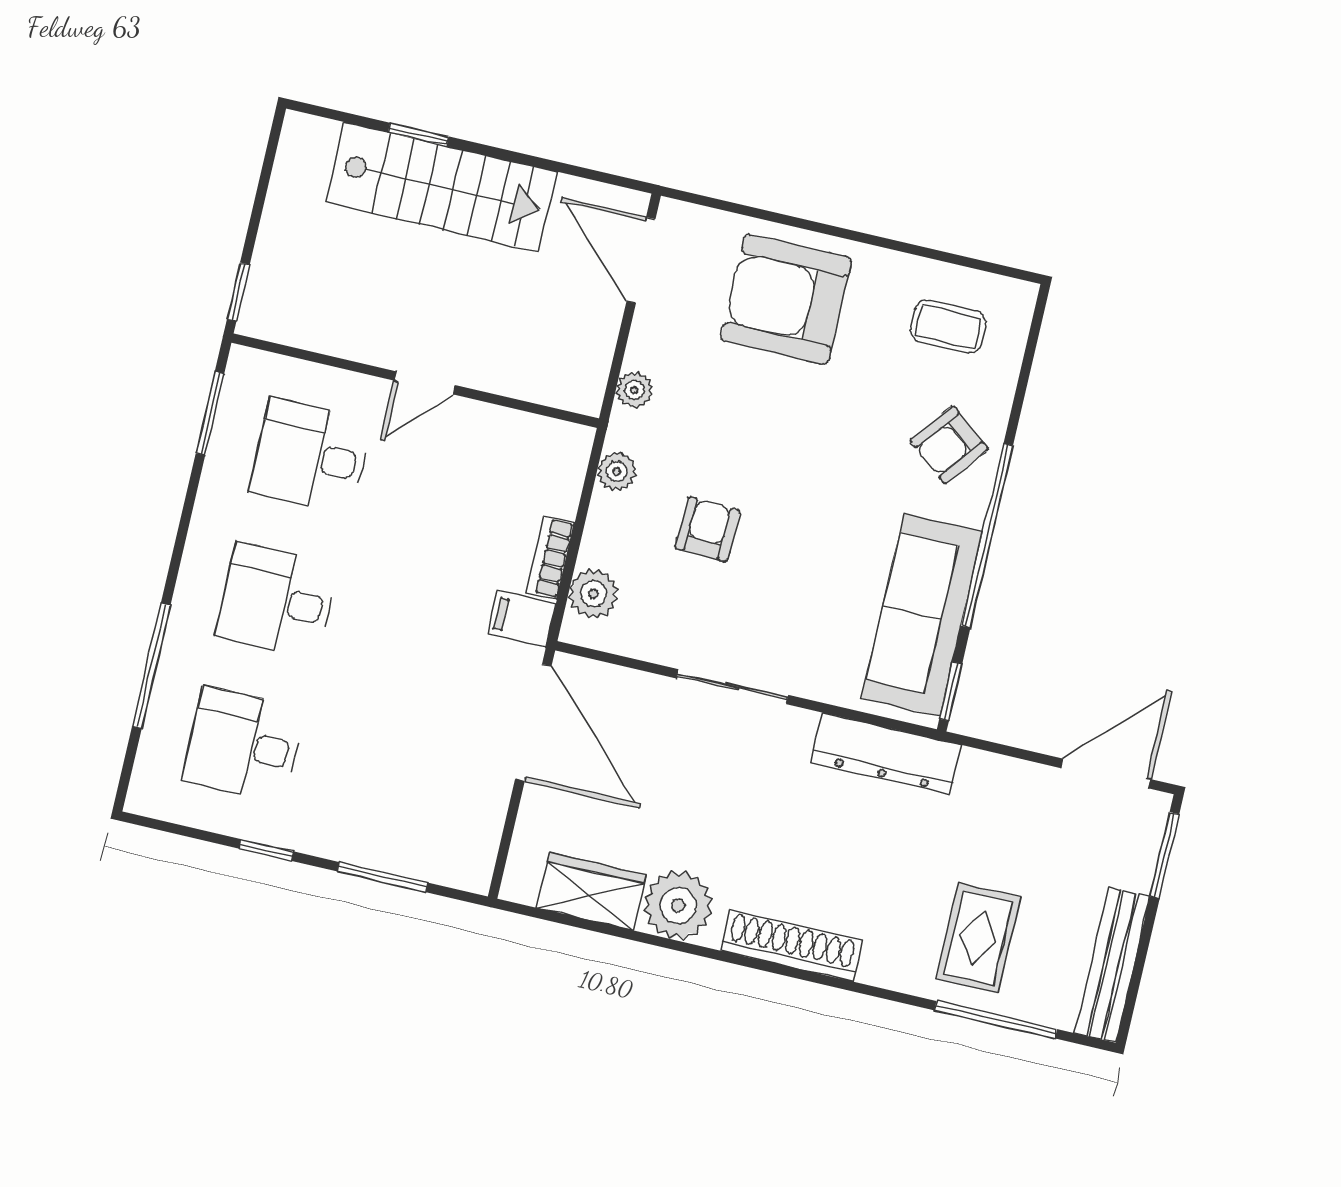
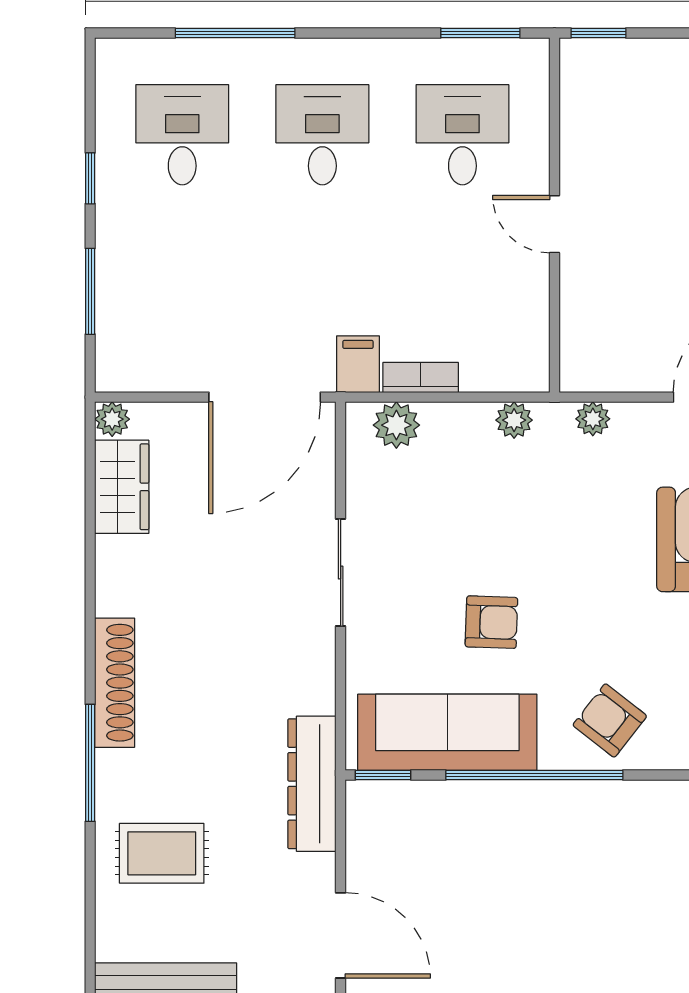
armchair: (708, 529) -> (491, 622), moved
dresser: (886, 754) -> (312, 784), moved
plant: (678, 905) -> (112, 419), moved, width x0.53, depth x0.53
window: (996, 1020) -> (90, 763), moved

